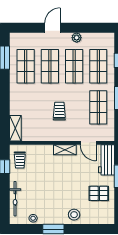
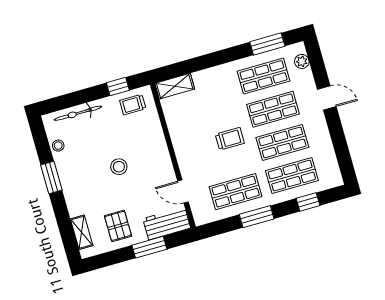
plant: (77, 38) -> (302, 61), moved
trolley: (59, 111) -> (230, 139), moved
door: (88, 143) -> (183, 192), hinge flipped
shelving: (65, 150) -> (82, 232), moved
stool: (74, 215) -> (119, 167), moved

